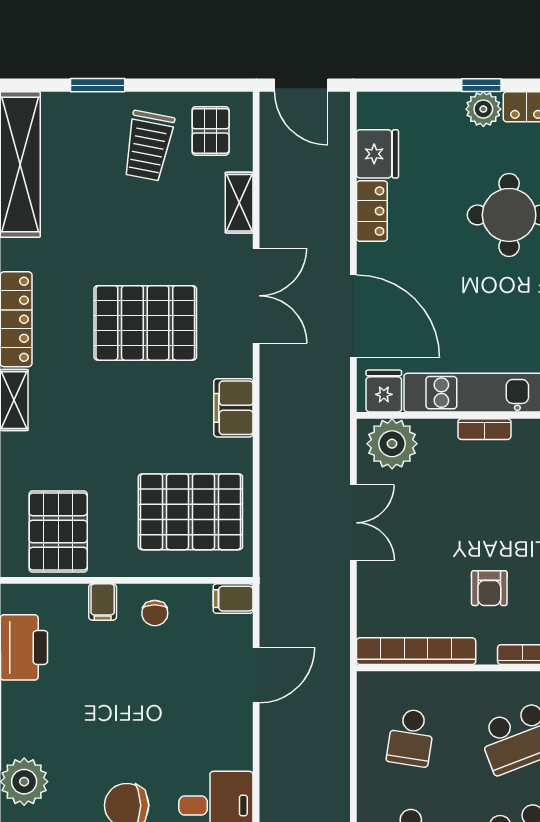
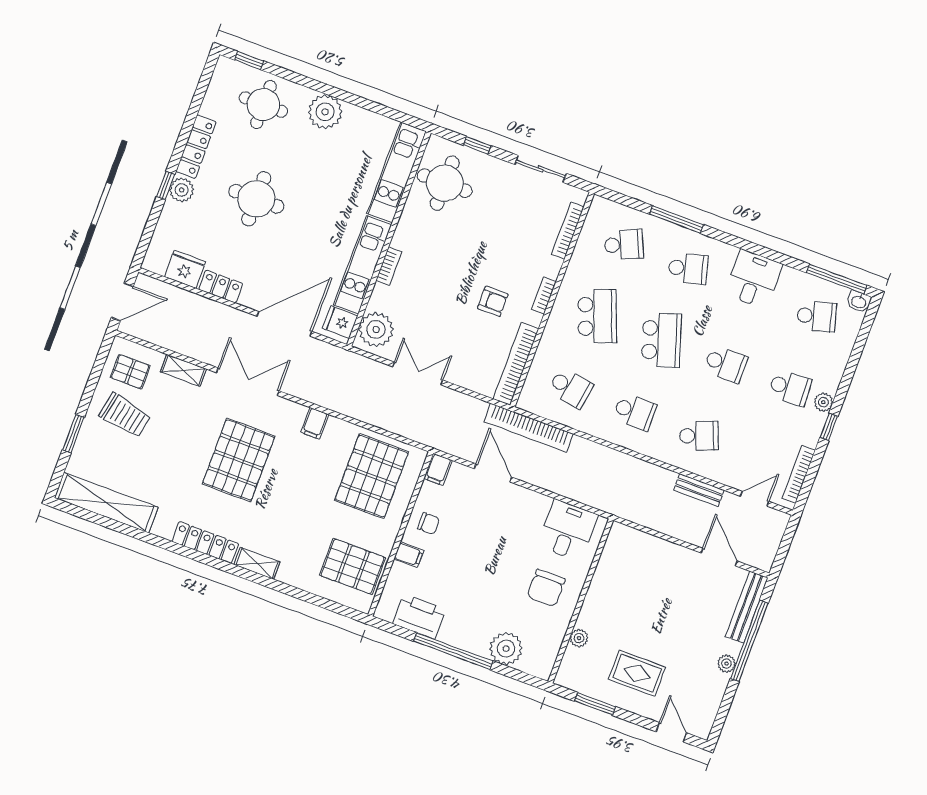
filing cabinet: (233, 408) -> (315, 423), width x0.50
bookcase: (336, 701) -> (529, 428), added

